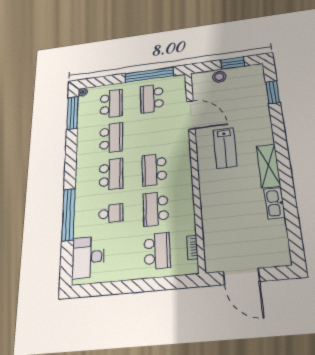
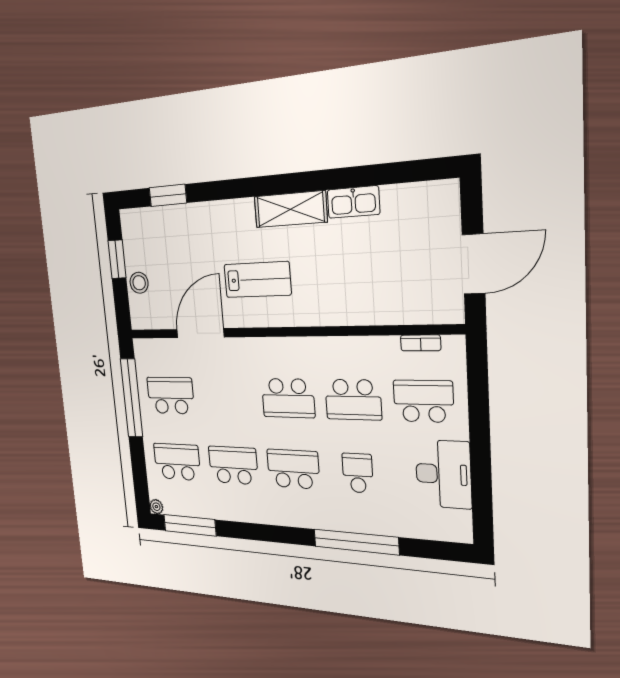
school desk: (152, 98) -> (171, 395), turned 180
desk: (88, 257) -> (443, 474), moved, turned -90

